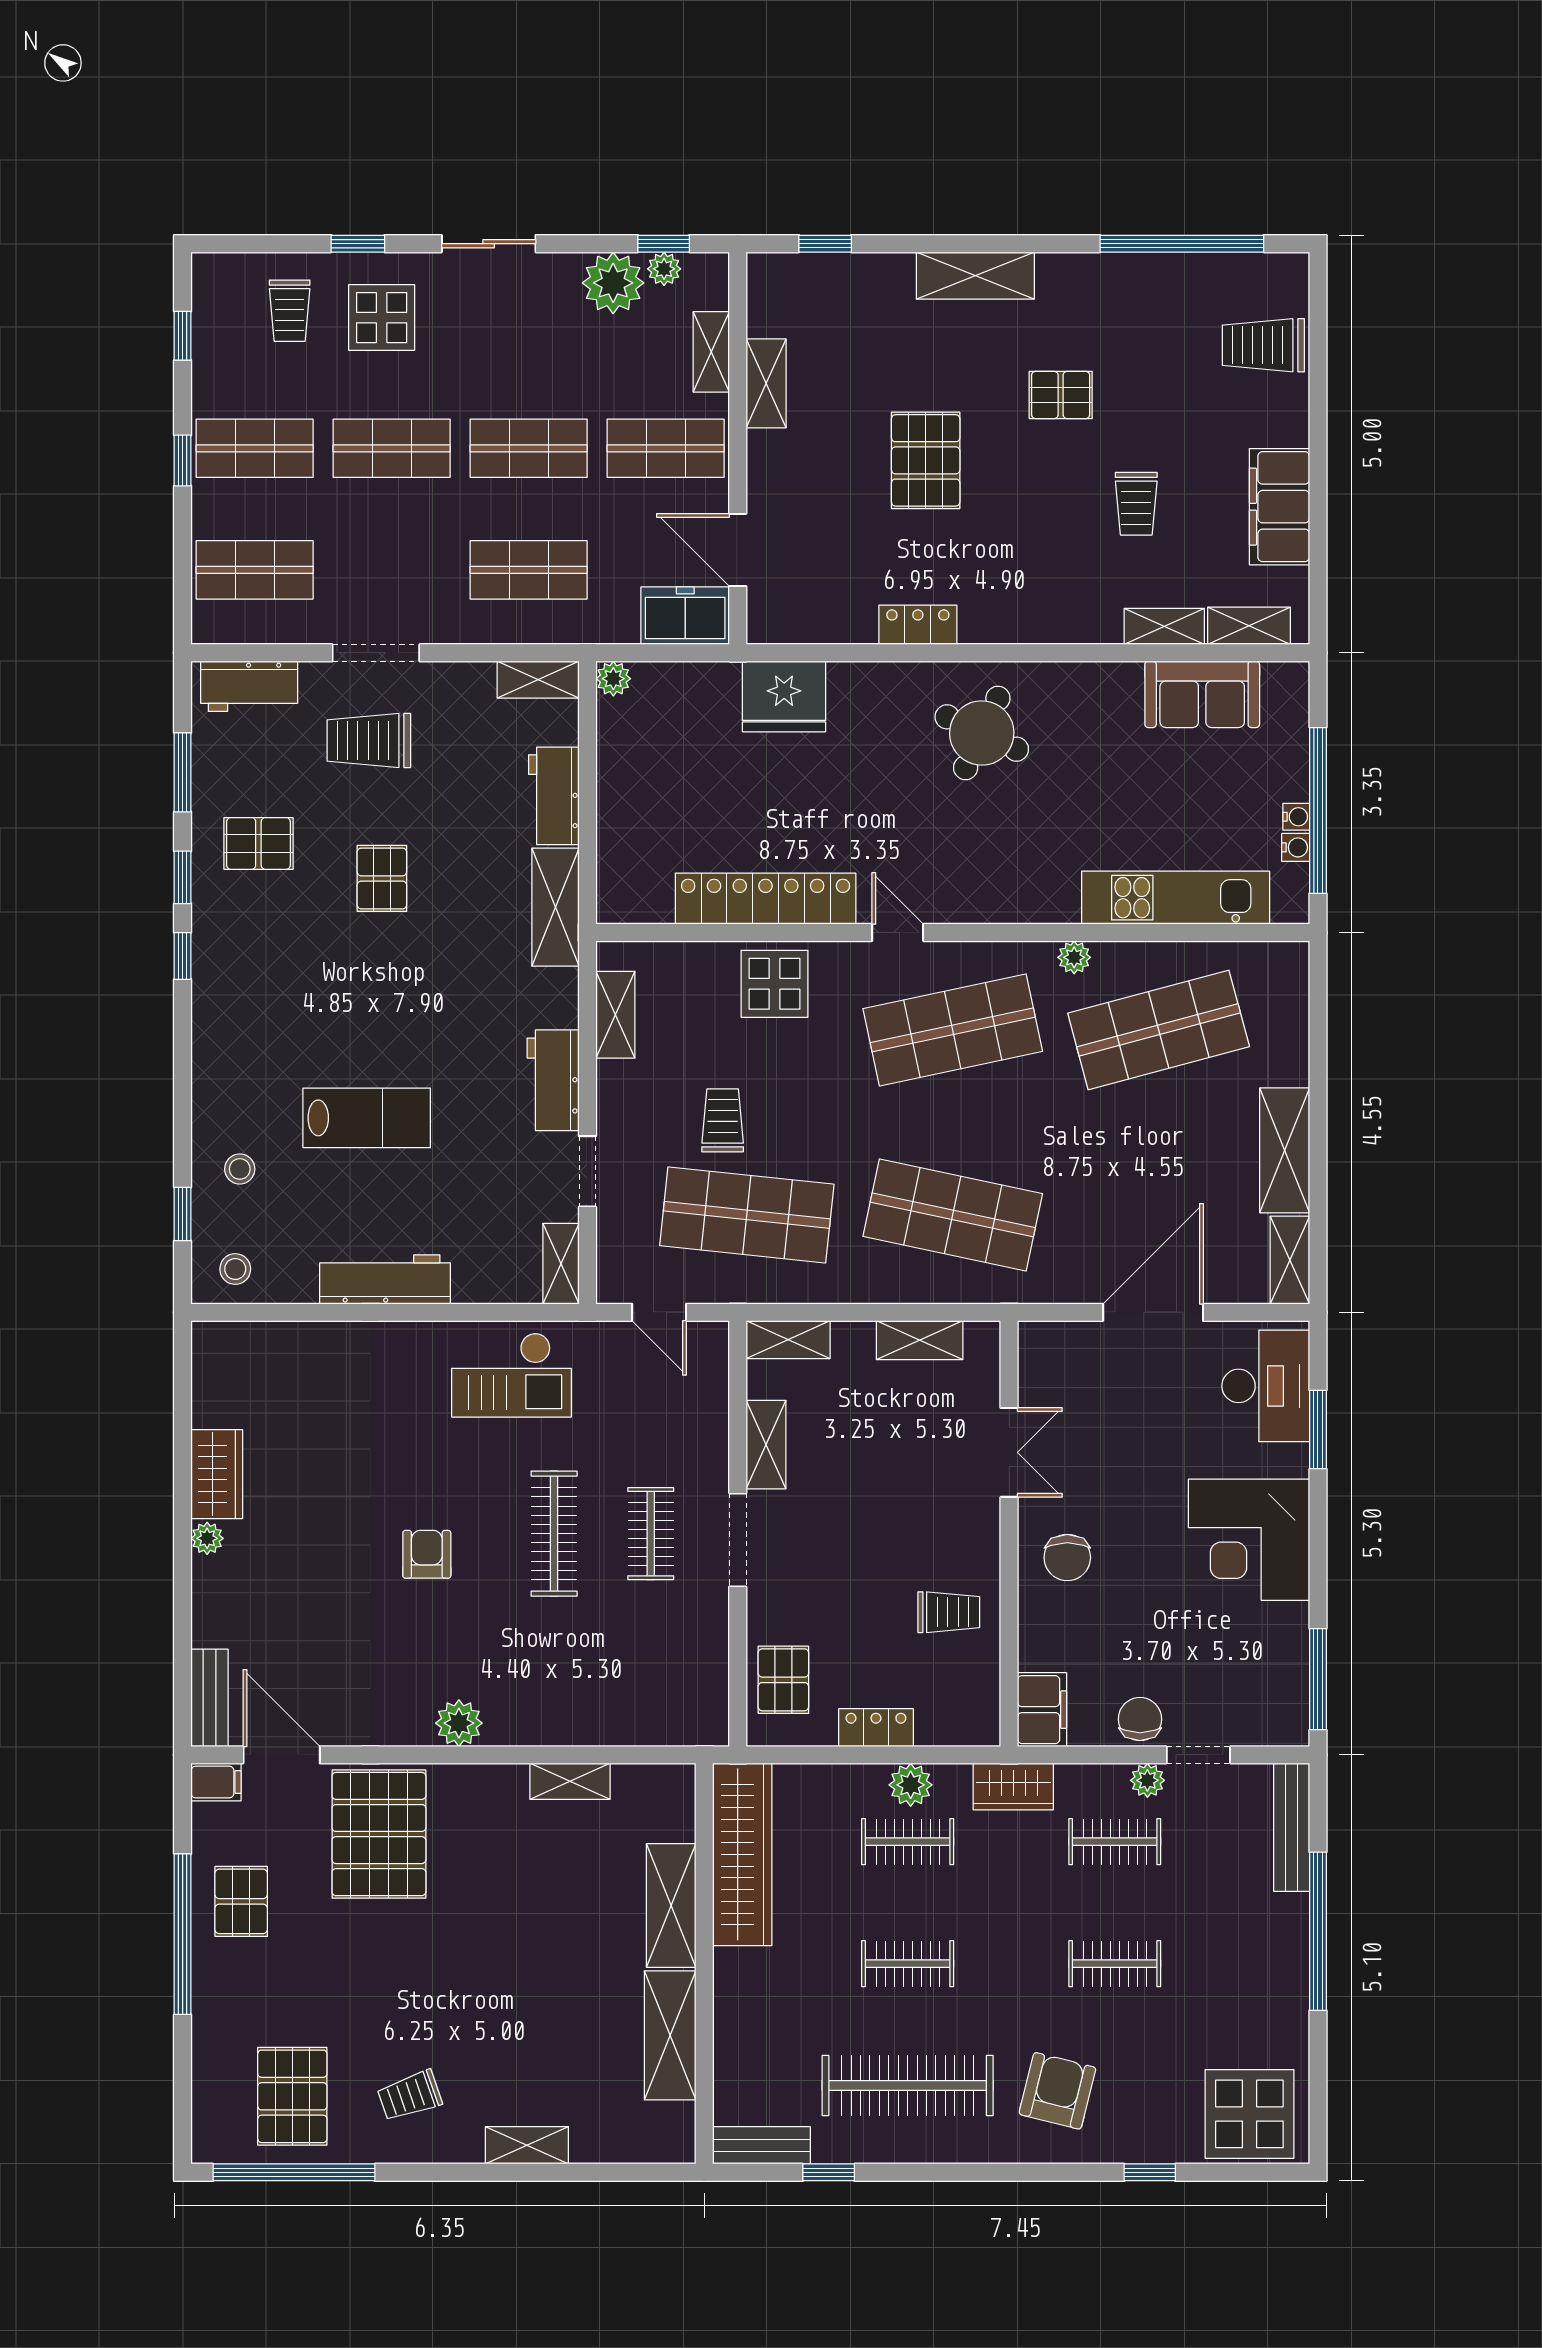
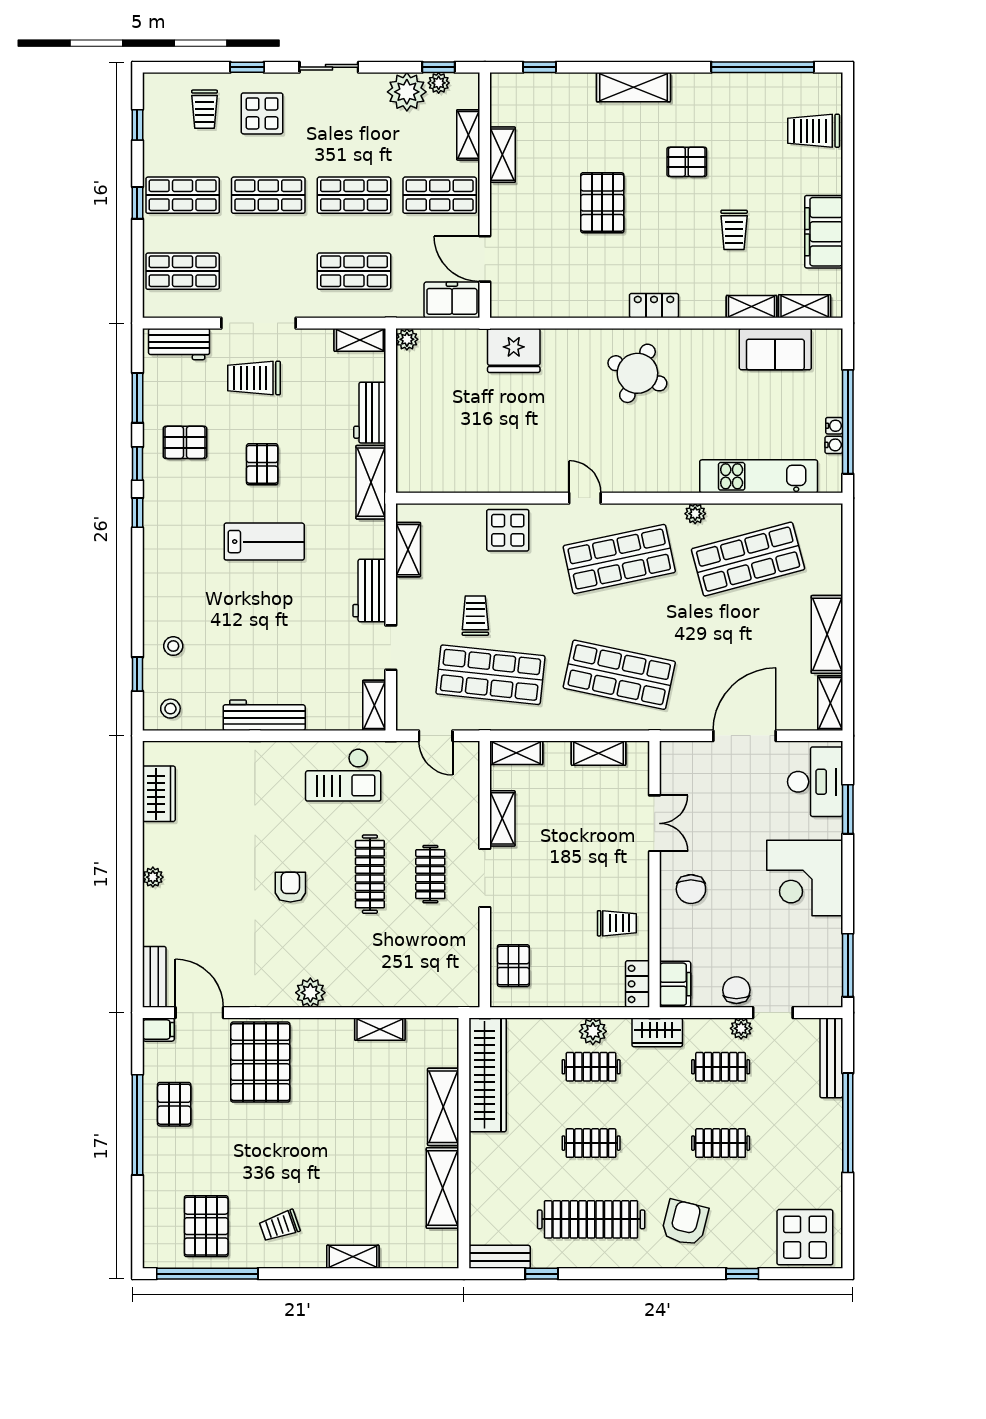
locker: (918, 625) -> (654, 306), moved
doorway: (376, 653) -> (258, 323), width x1.36
locker: (766, 899) -> (502, 477), removed
lab bench: (367, 1118) -> (264, 542), moved
wardrobe: (217, 1474) -> (159, 794), moved
locker: (876, 1728) -> (637, 984), moved, turned -90

